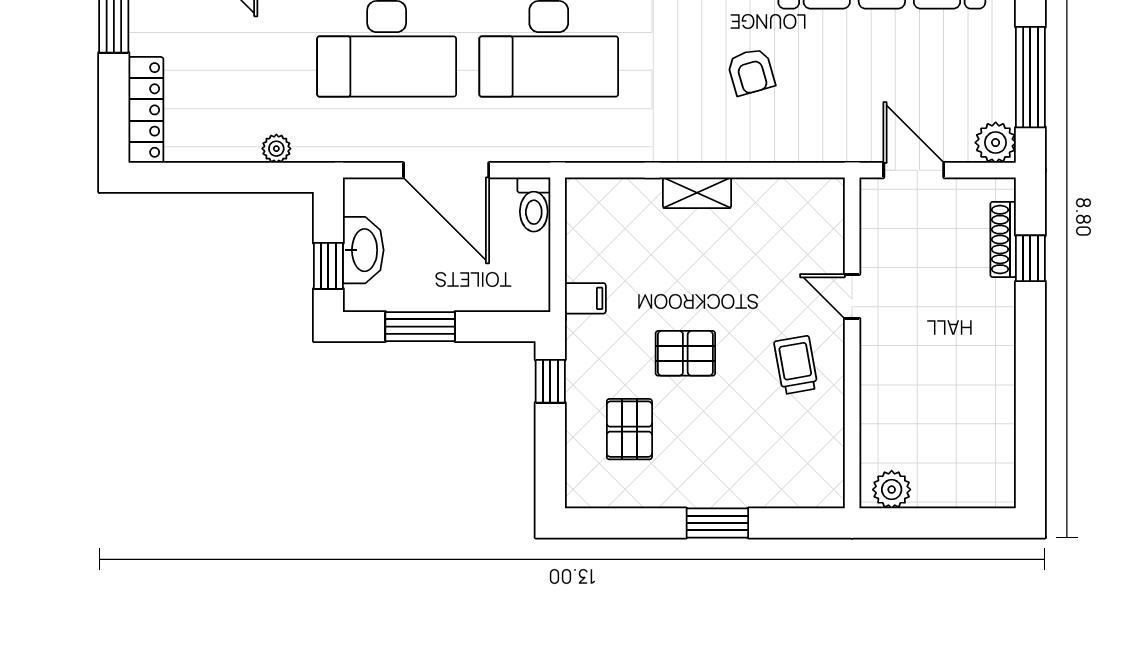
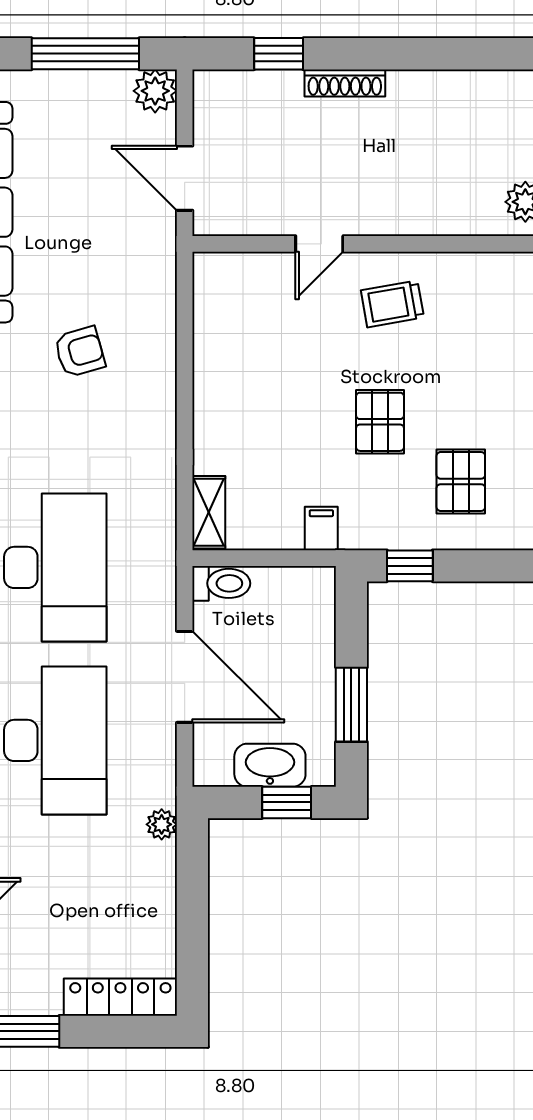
plant: (276, 149) -> (162, 824), moved
door: (446, 170) -> (185, 677), hinge flipped
door: (914, 170) -> (185, 178), hinge flipped
shelving: (697, 193) -> (209, 512), moved
shoe rack: (1003, 239) -> (345, 83), moved
pallet: (629, 429) -> (461, 481), turned 90

